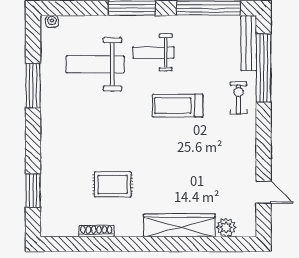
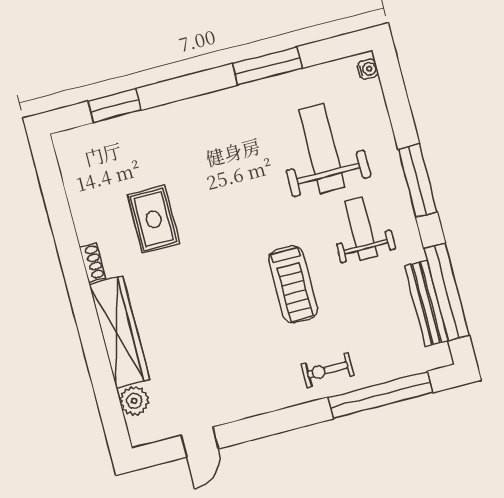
bench: (249, 43) -> (426, 303), moved, turned 90
exercise bike: (239, 98) -> (327, 370), turned 180
treadmill: (178, 106) -> (293, 284), turned 180
shoe rack: (96, 231) -> (92, 263), moved, width x0.70

